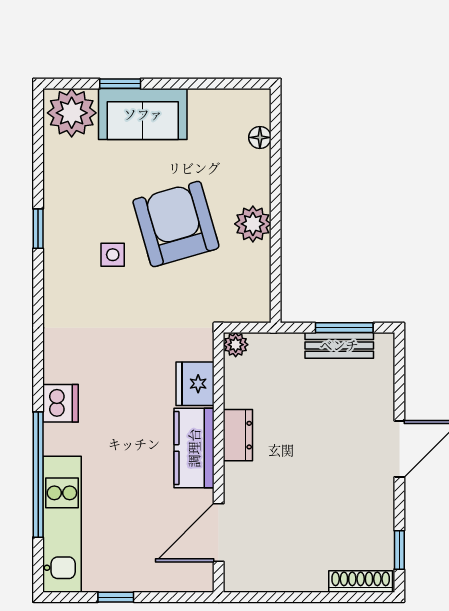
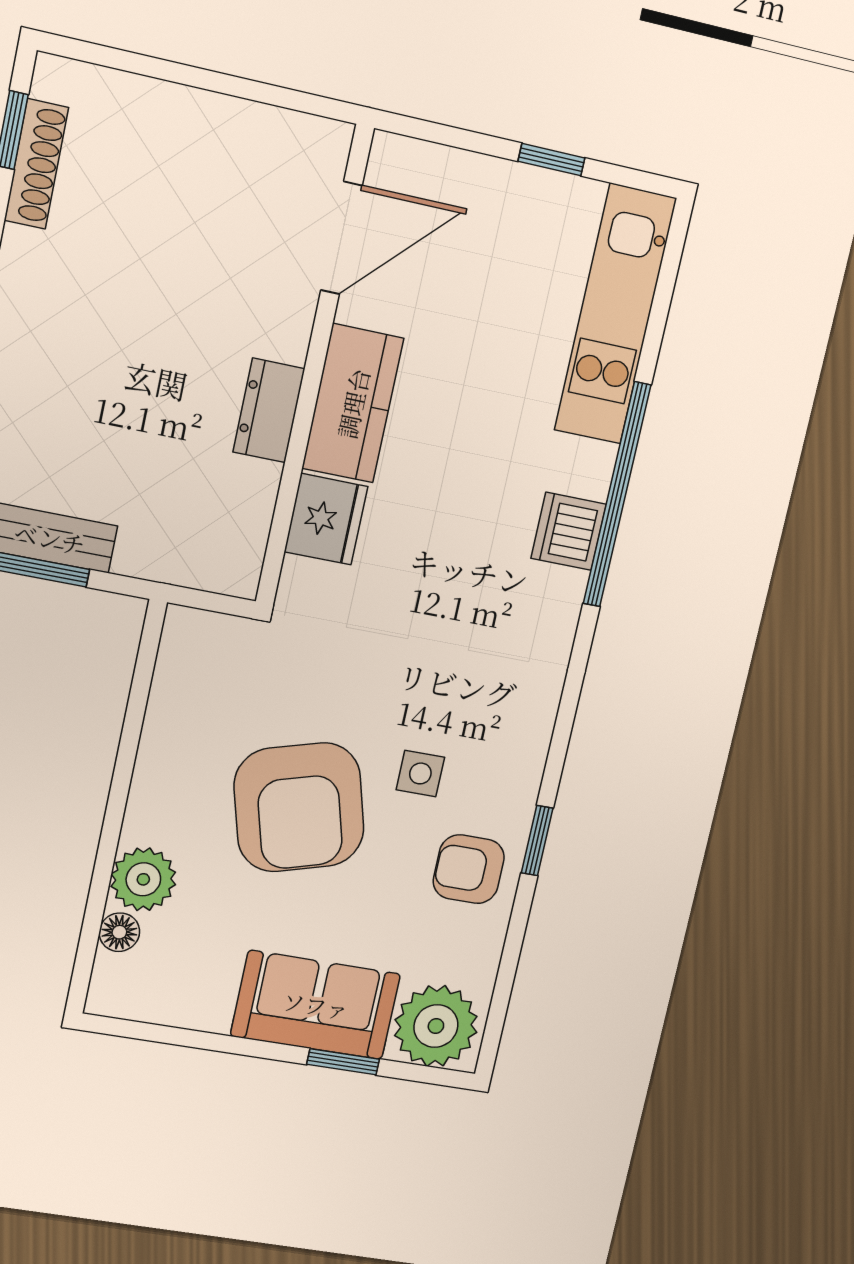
armchair: (73, 206) -> (469, 869), added
plant: (253, 224) -> (143, 879), moved
plant: (236, 345) -> (239, 575), removed
window: (38, 475) -> (617, 495), moved
shoe rack: (361, 581) -> (36, 164), moved, turned -90

